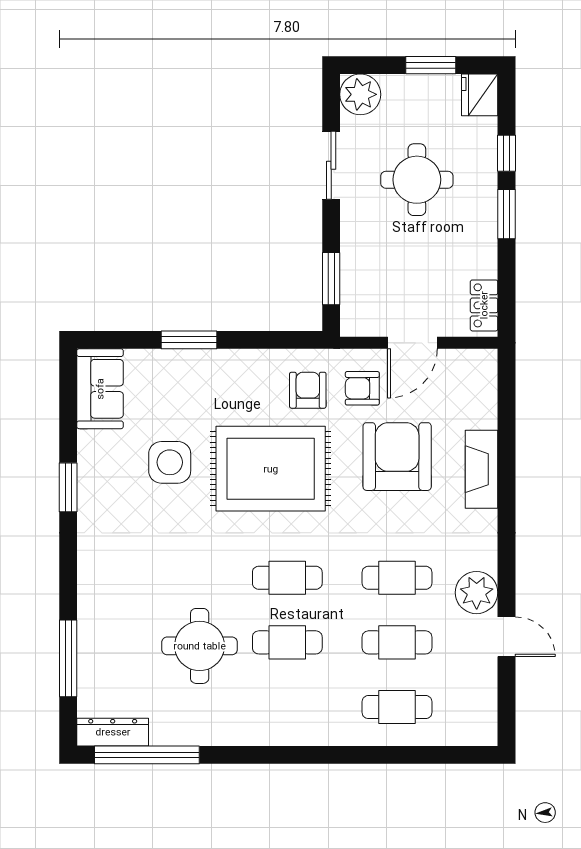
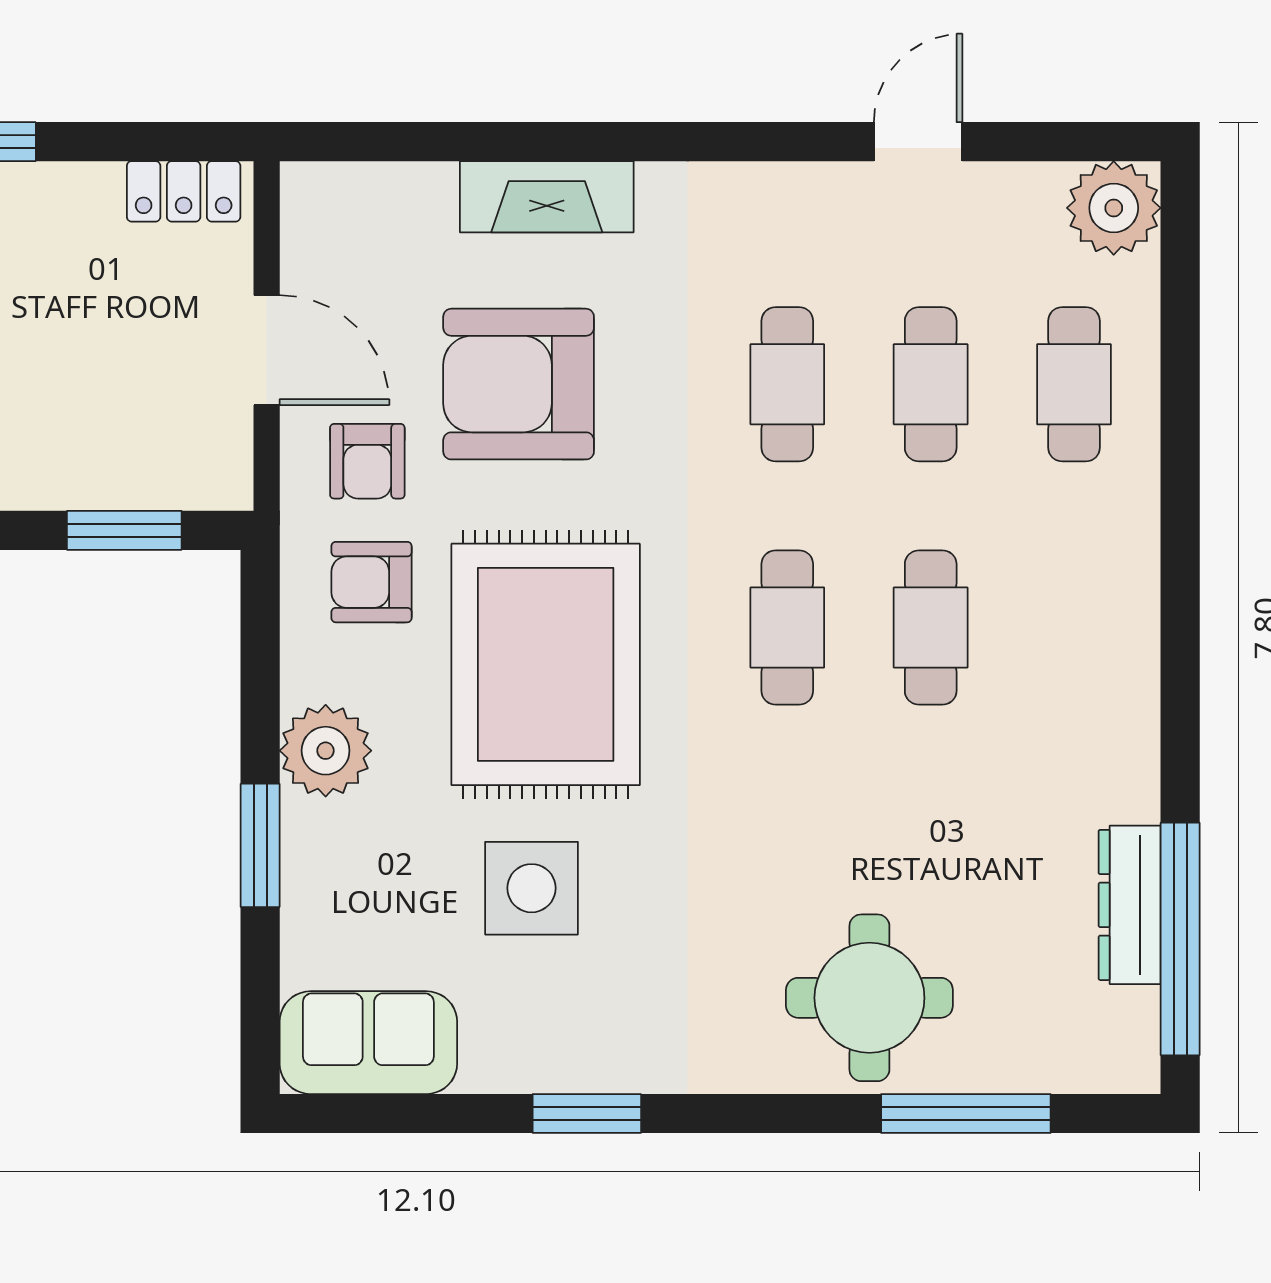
plant: (232, 369) -> (326, 751), added
plant: (477, 593) -> (1114, 208), moved
round table: (200, 646) -> (869, 998), moved
dresser: (113, 732) -> (1130, 905), moved

